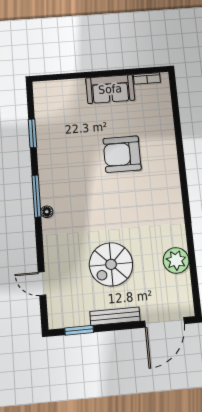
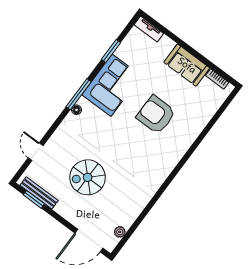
tv unit: (50, 87) -> (149, 29), added
corner sofa: (59, 163) -> (112, 85), added
plant: (176, 260) -> (120, 232), moved, width x0.53, depth x0.53
bench: (115, 316) -> (39, 193), moved

